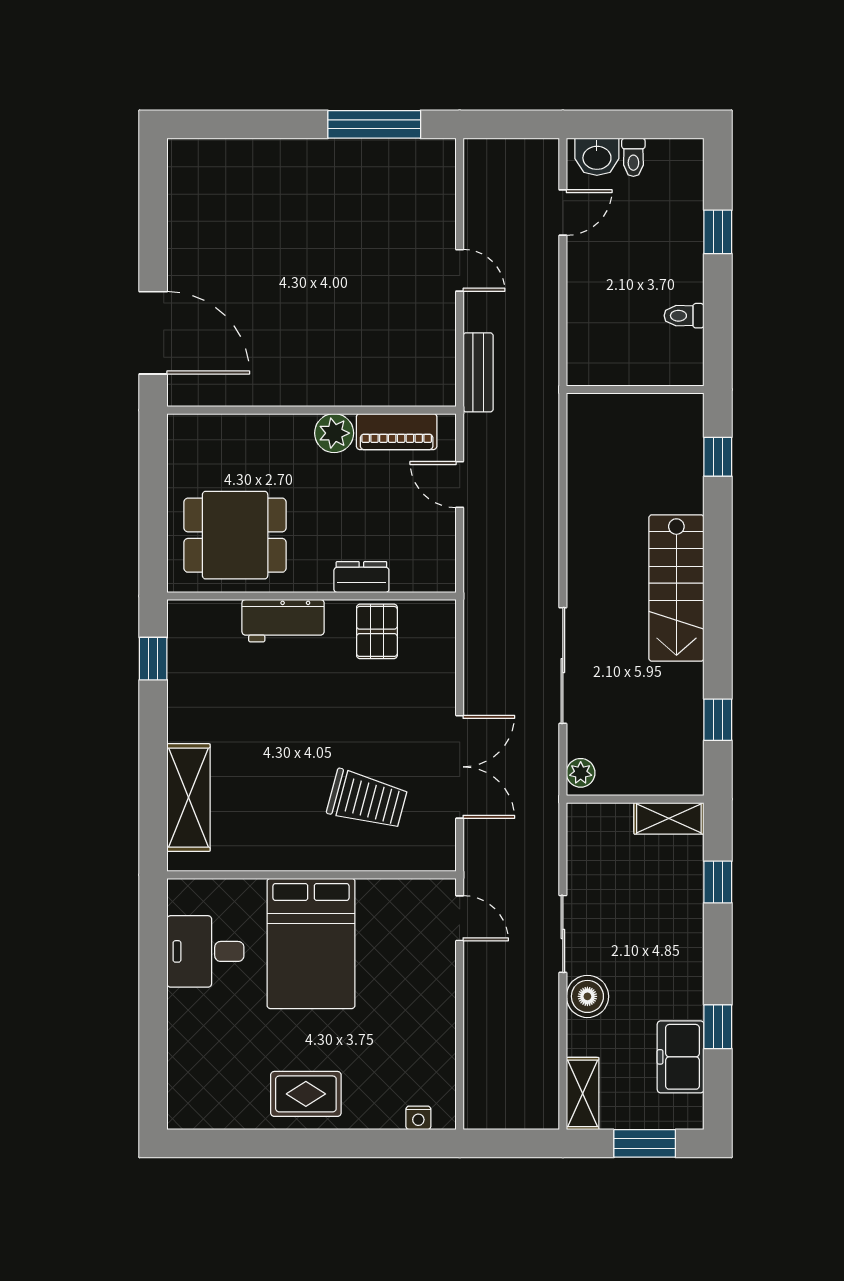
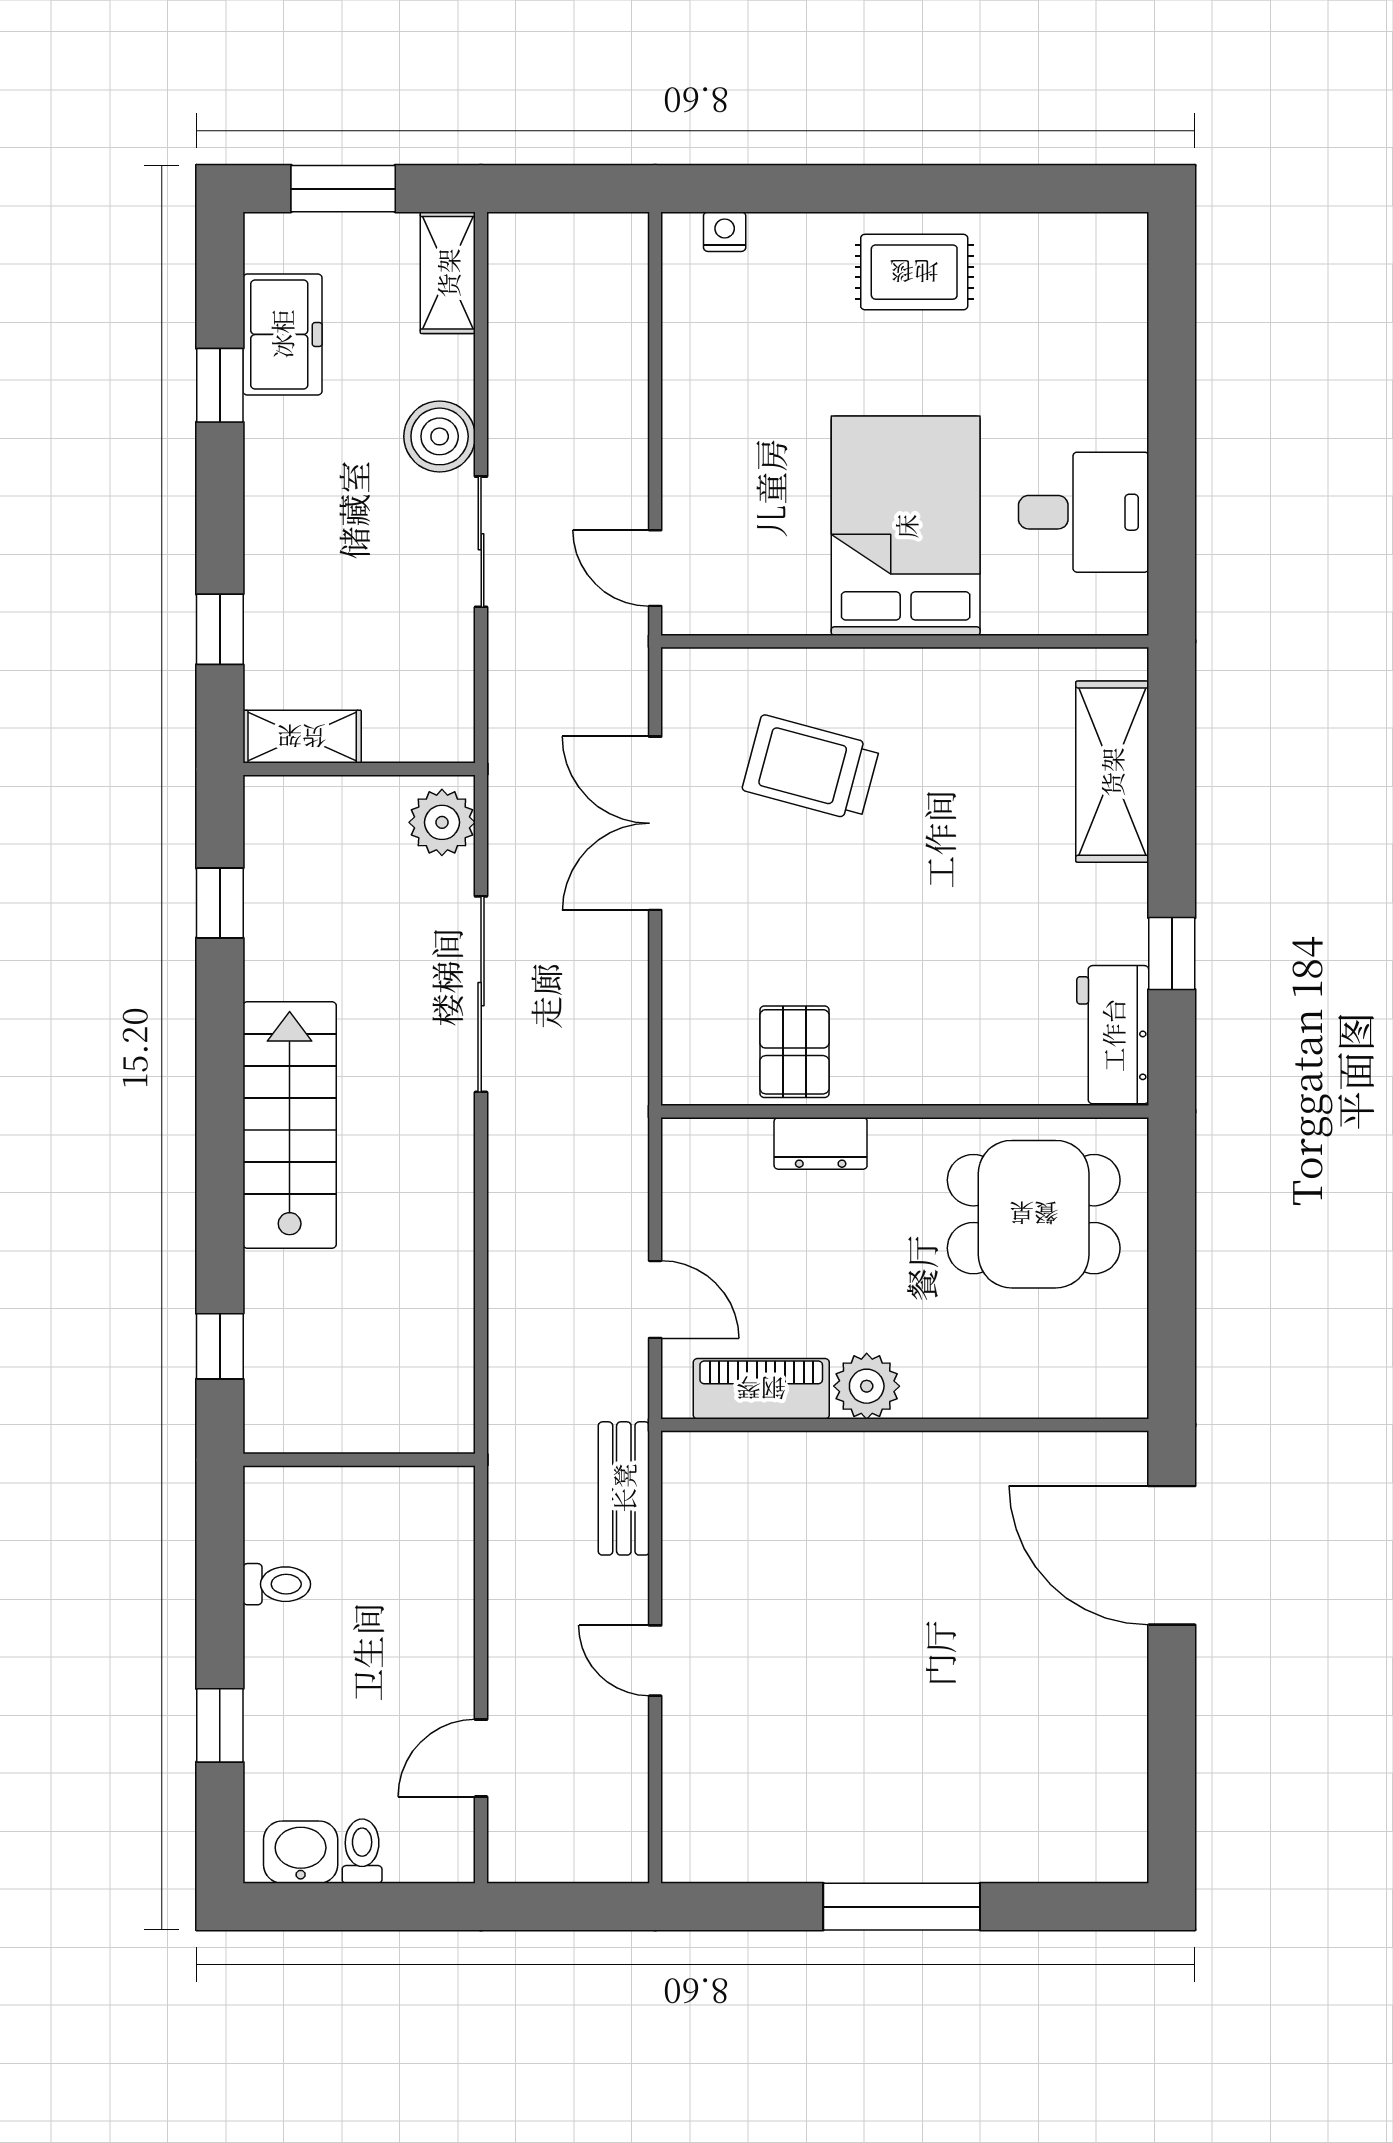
window: (374, 124) -> (902, 1907), moved
washbasin: (597, 157) -> (301, 1852), moved
workbench: (283, 621) -> (1113, 1035), moved, turned -90
window: (153, 659) -> (1172, 954), moved
plant: (581, 773) -> (442, 822), width x1.38, depth x1.38

